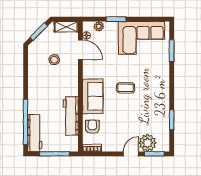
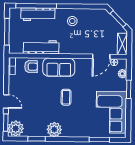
stool: (54, 60) -> (72, 21), moved
plant: (161, 100) -> (54, 129), added
workbench: (35, 133) -> (38, 14), moved
plant: (148, 143) -> (16, 129), moved

